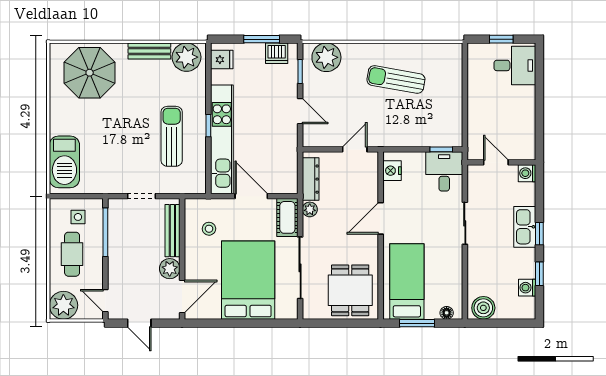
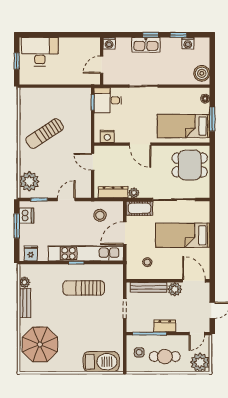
plant: (187, 57) -> (25, 282), width x0.53, depth x0.53
desk: (515, 65) -> (40, 52), width x1.37
sun lounger: (396, 80) -> (45, 134), turned 47
stool: (277, 160) -> (100, 215), added
dresser: (116, 254) -> (165, 326), added
bed: (248, 280) -> (183, 235), width x0.67

